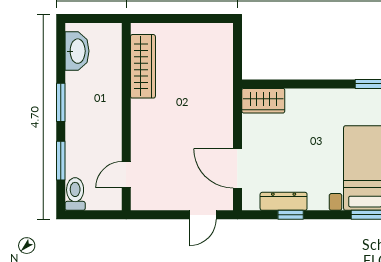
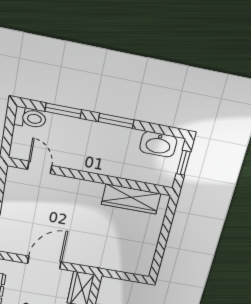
window: (92, 18) -> (183, 163), added
door: (237, 168) -> (44, 263), moved

